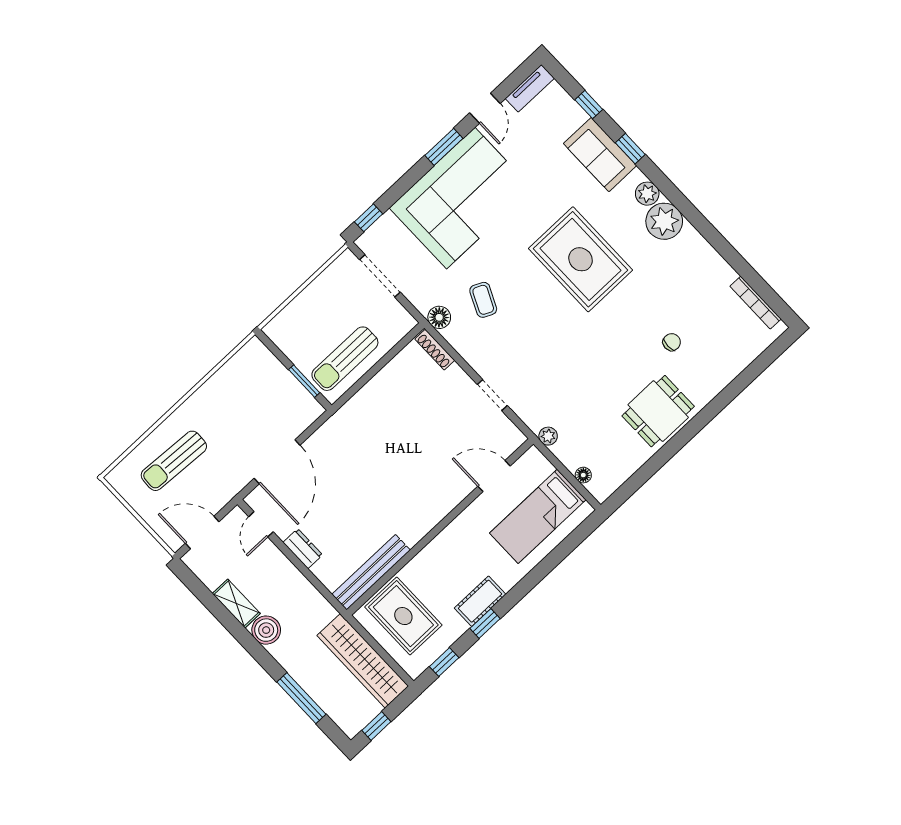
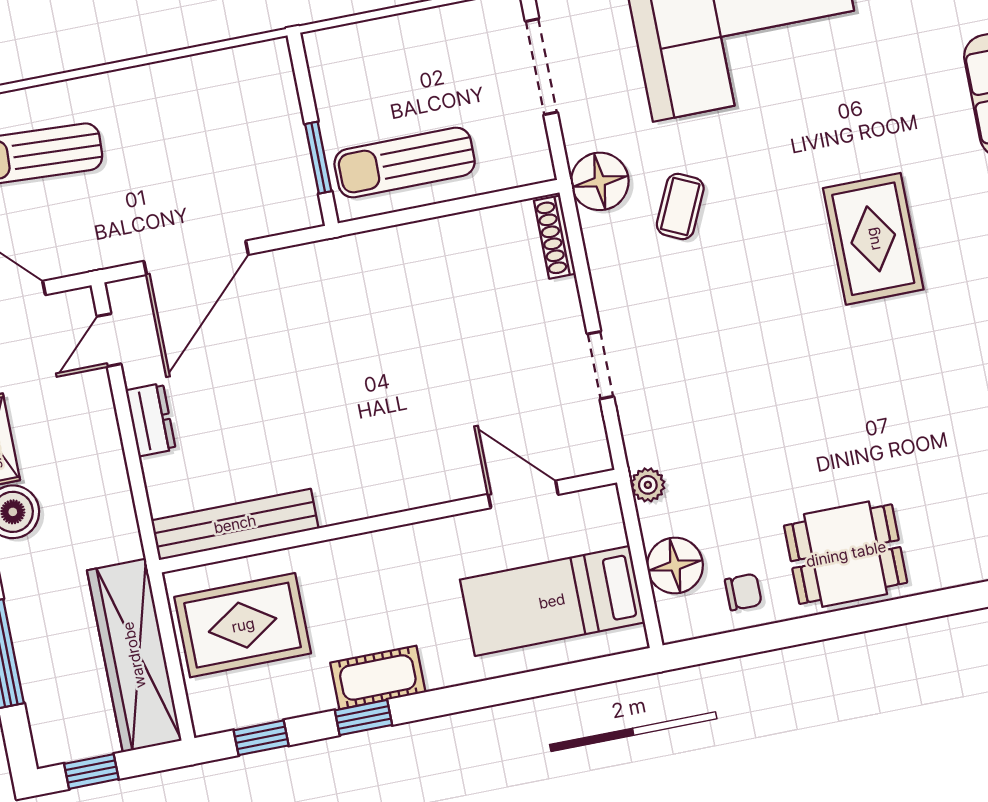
rug: (581, 259) -> (873, 239), width x0.73, depth x0.69
floor lamp: (439, 317) -> (600, 181), width x1.38, depth x1.38
chair: (672, 342) -> (743, 592), moved
floor lamp: (583, 475) -> (675, 566), width x1.89, depth x1.89
rug: (403, 616) -> (243, 625), turned 90

